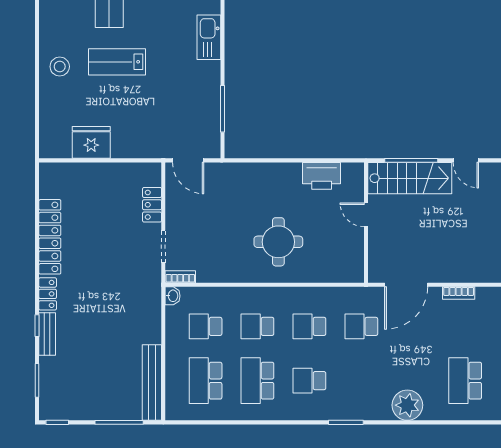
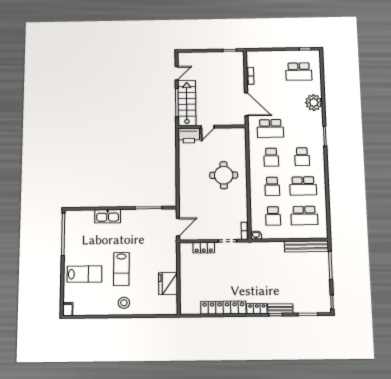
printer: (322, 176) -> (189, 136), moved, turned 90
school desk: (361, 326) -> (270, 128), width x1.85

